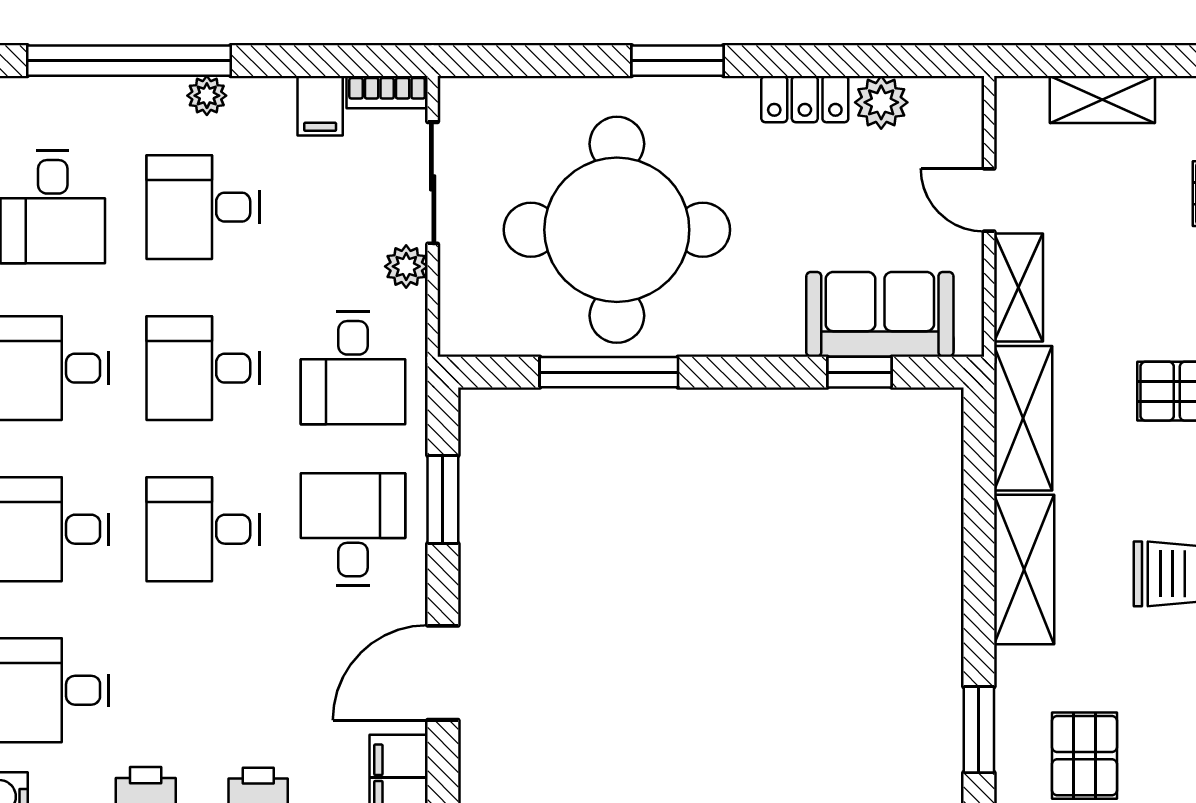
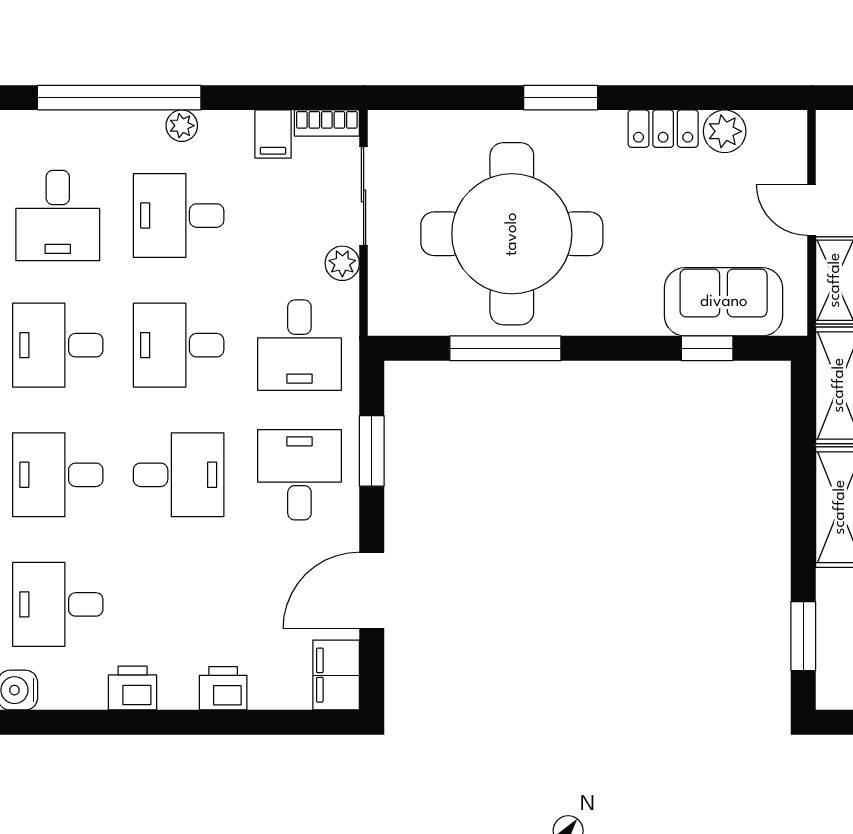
desk: (203, 529) -> (179, 475), turned 180

